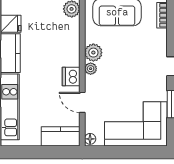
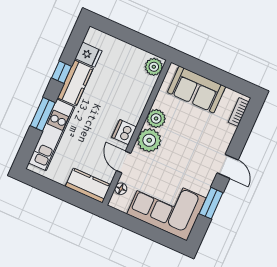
plant: (91, 69) -> (149, 140), width x1.88, depth x1.88
floor lamp: (90, 139) -> (121, 189), moved

